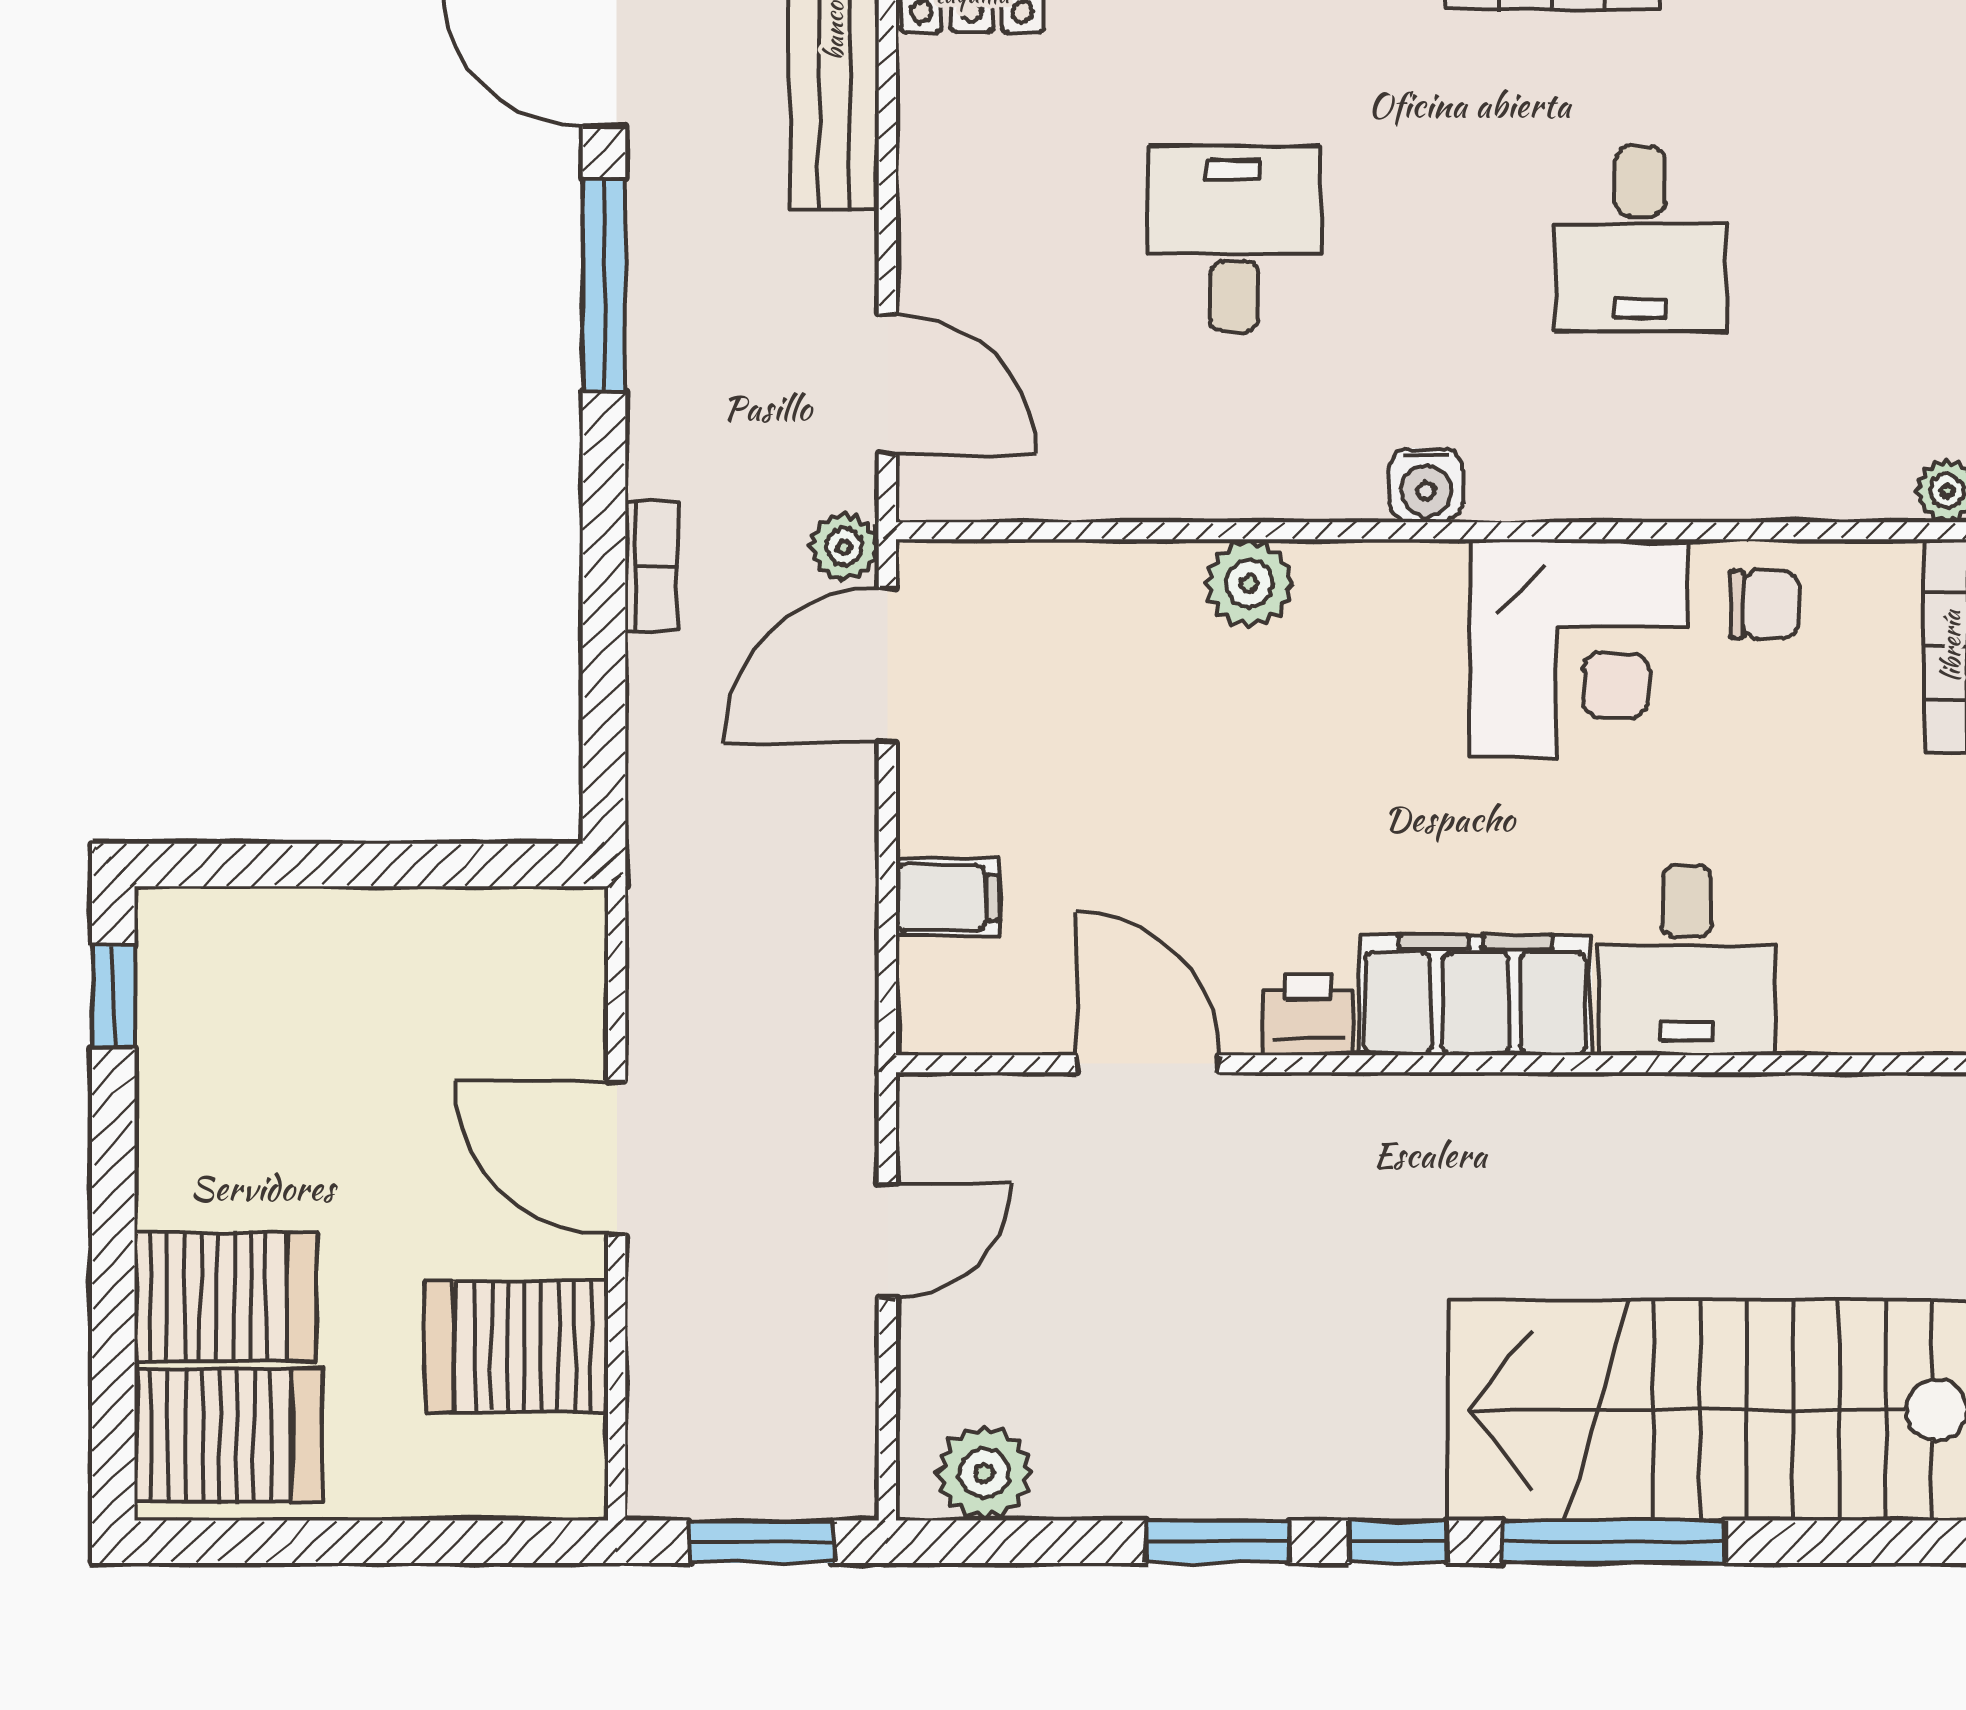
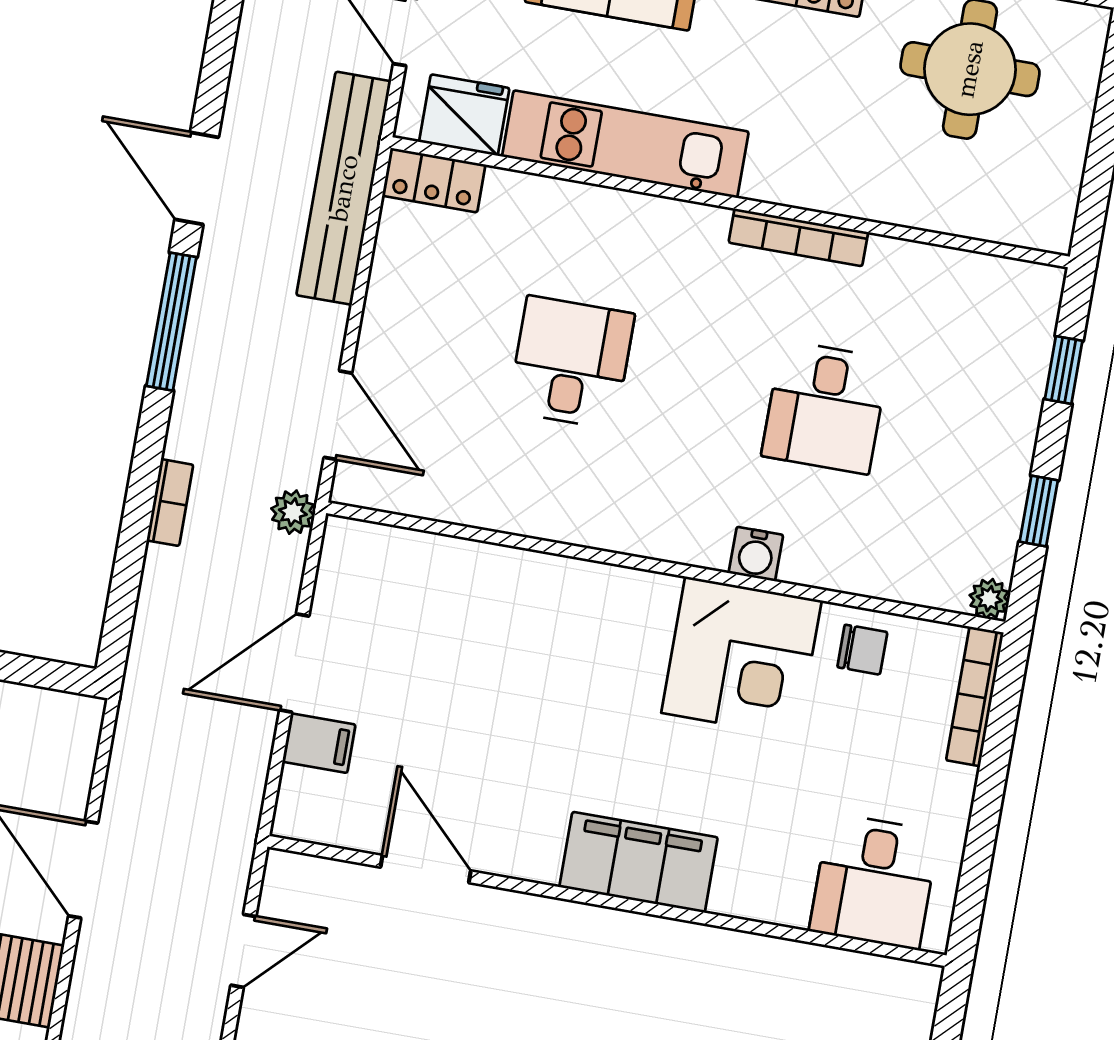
water cooler: (1426, 485) -> (756, 554), moved
plant: (1249, 583) -> (542, 580), removed
door: (887, 665) -> (294, 663), moved
desk: (1687, 960) -> (874, 881), moved
printer: (1308, 1015) -> (531, 856), removed

